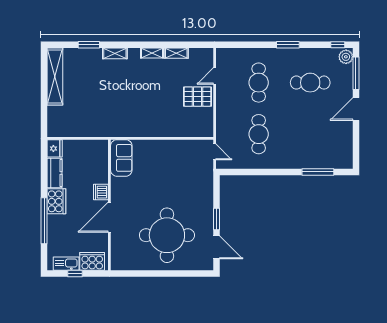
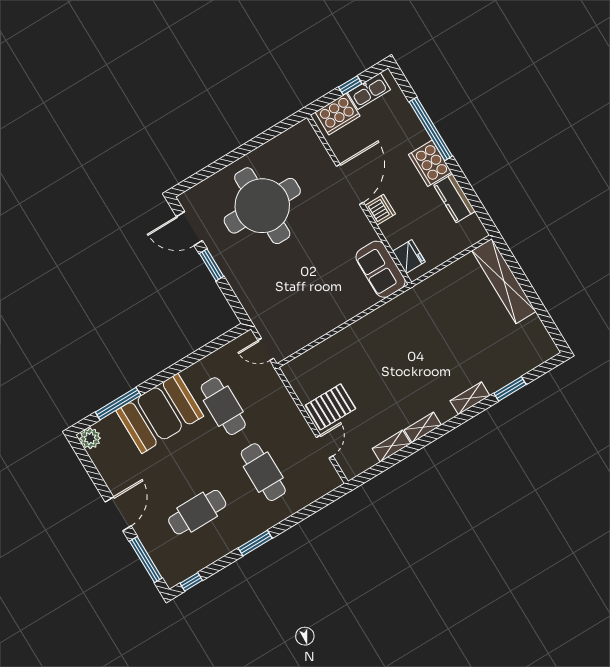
plant: (346, 57) -> (90, 438), moved
shelving: (55, 76) -> (504, 281), moved
fridge: (55, 148) -> (409, 257), moved, turned 180
booth: (297, 152) -> (160, 413), added

